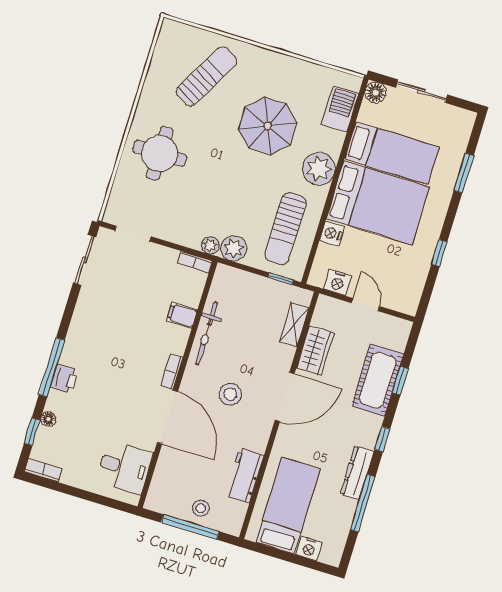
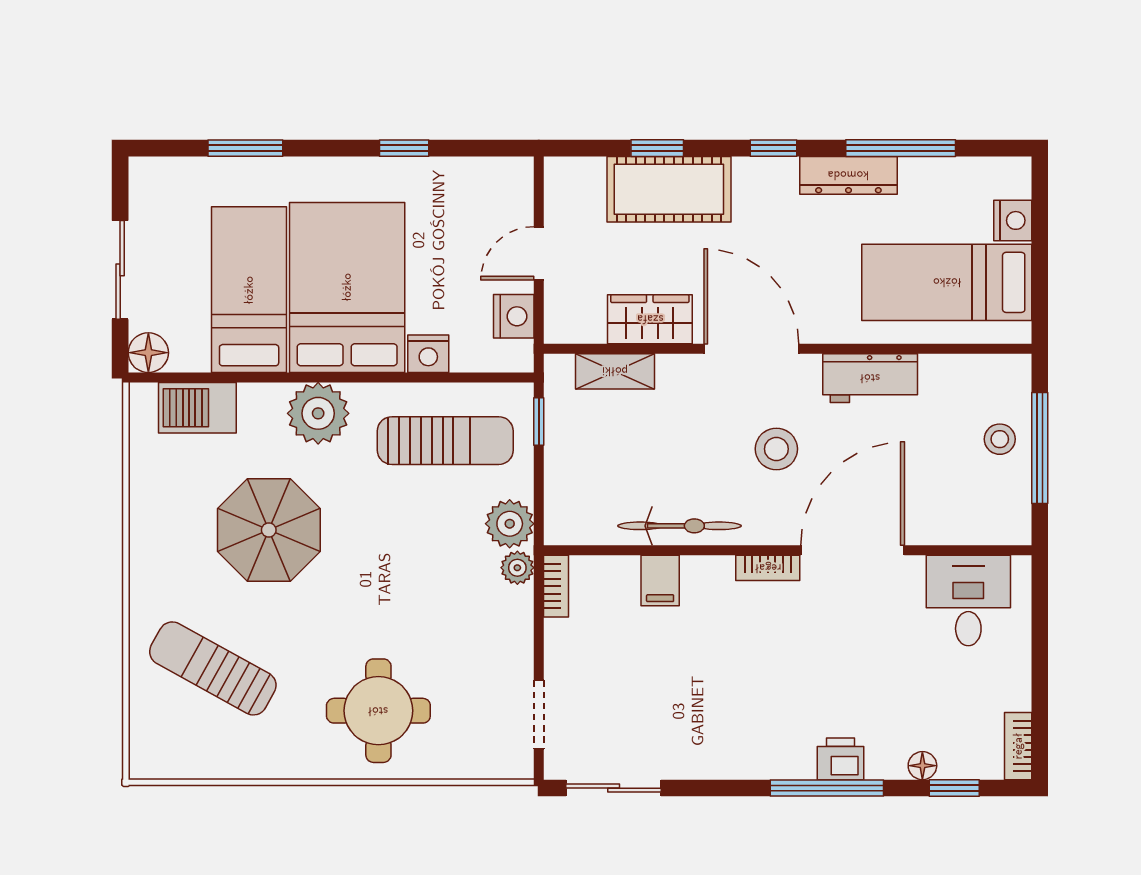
workbench: (244, 476) -> (870, 378), moved

